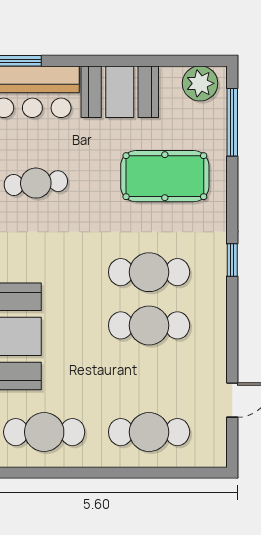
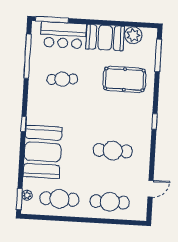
plant: (200, 83) -> (133, 35), moved
cafe table: (149, 272) -> (114, 125), removed

